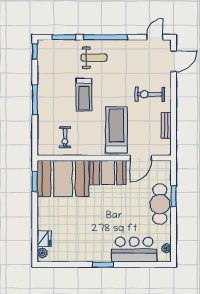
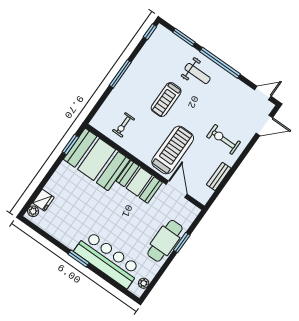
door: (141, 158) -> (177, 189), swing flipped
bar counter: (134, 250) -> (108, 260), width x1.36

